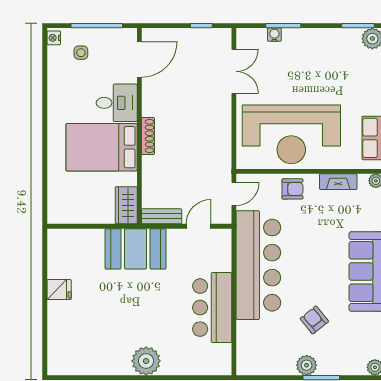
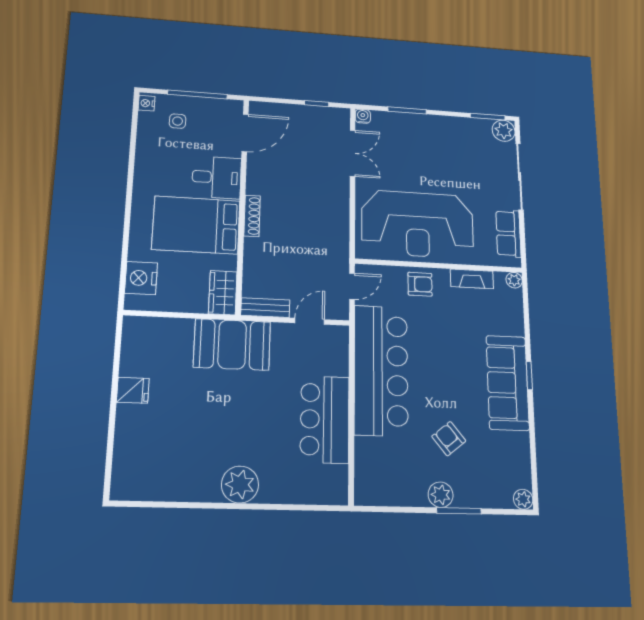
water cooler: (274, 35) -> (363, 116), moved
nightstand: (59, 196) -> (141, 278), added

